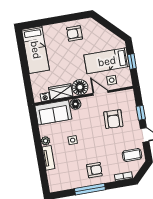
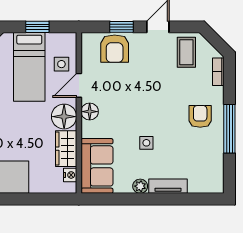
floor lamp: (75, 104) -> (90, 112), moved
armchair: (113, 119) -> (115, 49), moved, turned 88

